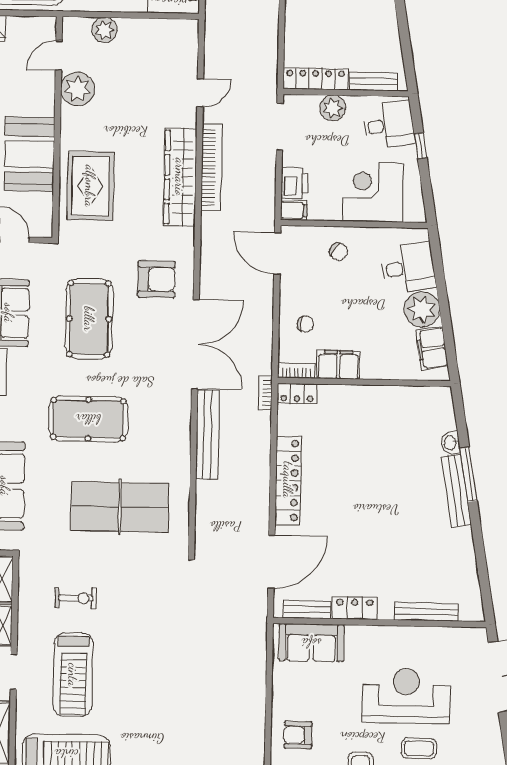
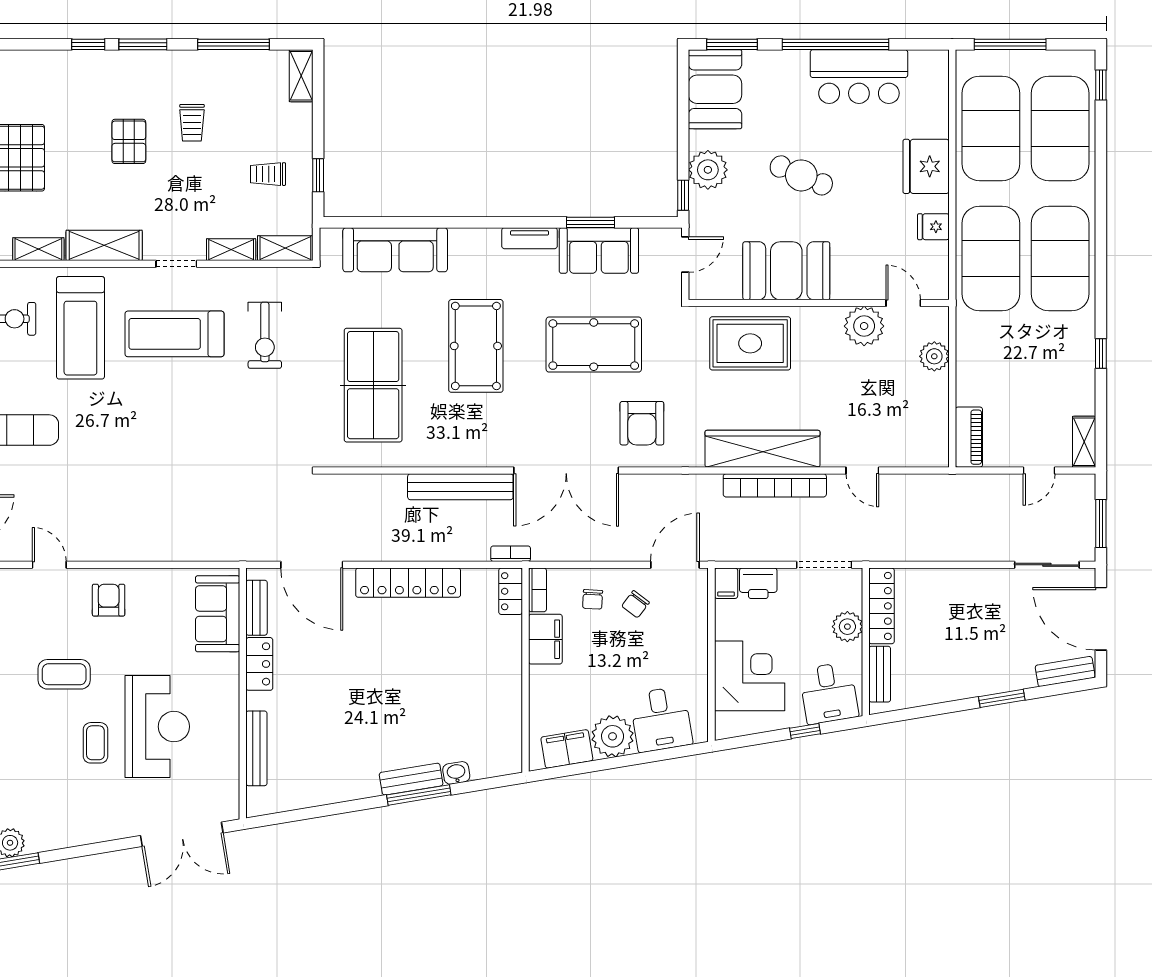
chair: (339, 252) -> (635, 604), moved
bench: (456, 490) -> (411, 779), width x0.73
exercise bike: (76, 598) -> (265, 335), width x1.38, depth x1.39

